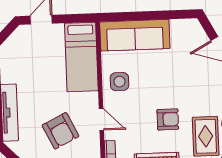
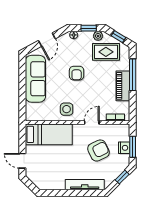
sofa: (135, 35) -> (35, 79), moved
armchair: (168, 119) -> (77, 73), moved, turned 180

